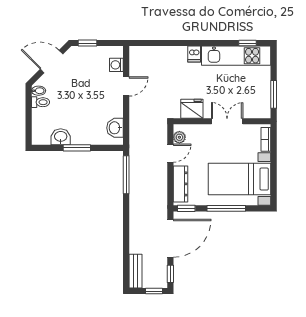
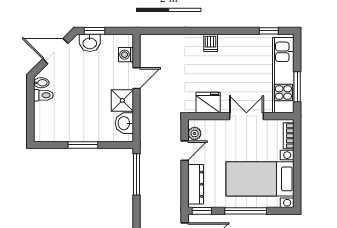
kitchen unit: (236, 56) -> (283, 75), moved, turned 90
shower: (113, 107) -> (122, 100), added
washbasin: (61, 137) -> (90, 43), moved, turned 180

